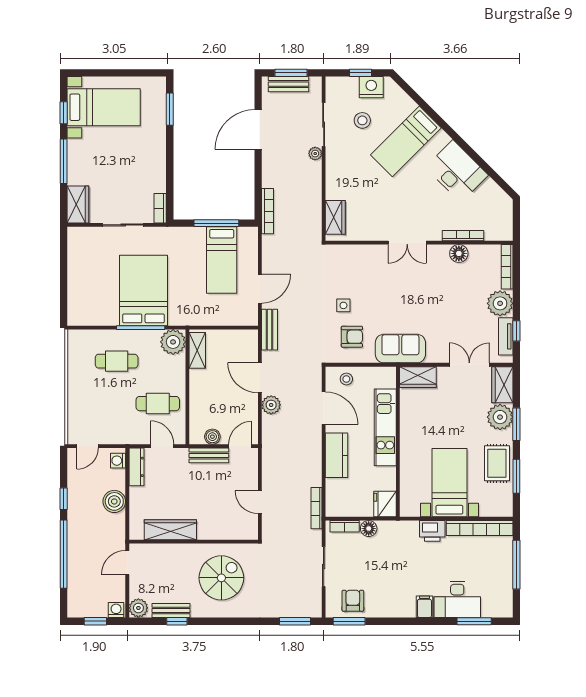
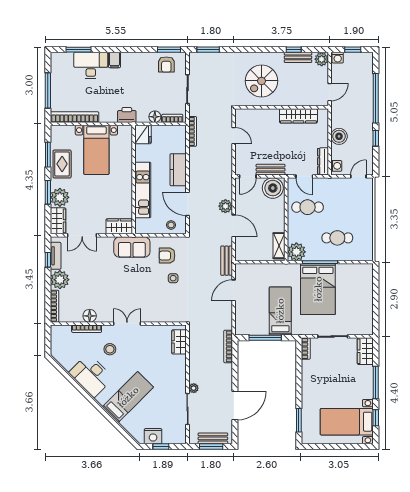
stool: (362, 120) -> (110, 349), moved
bed: (222, 260) -> (280, 311), moved
boiler: (212, 437) -> (273, 188), width x1.86, depth x1.86
printer: (432, 531) -> (127, 115), moved

